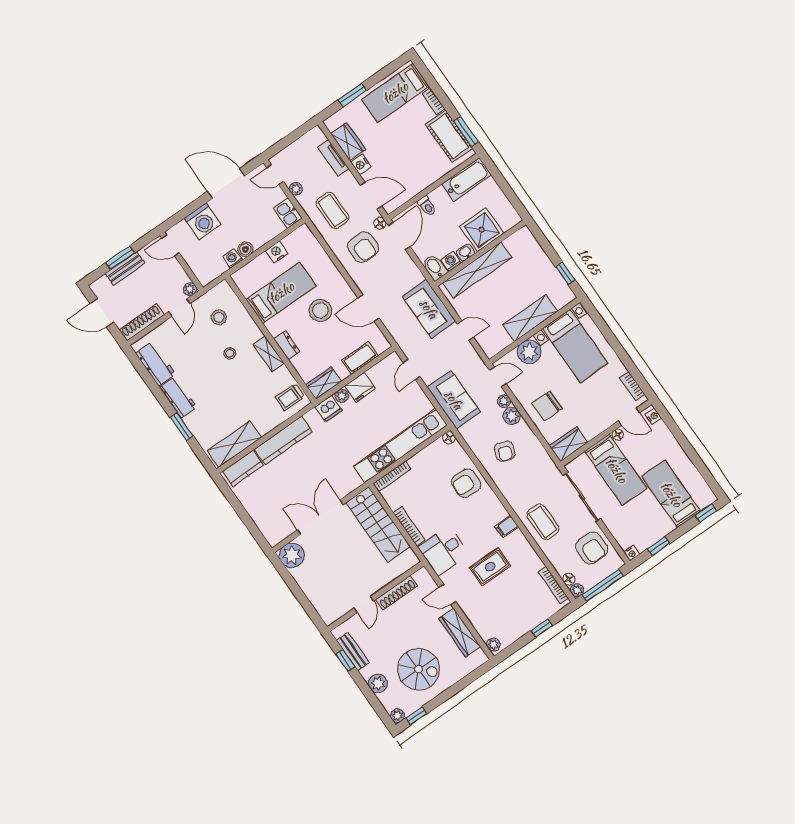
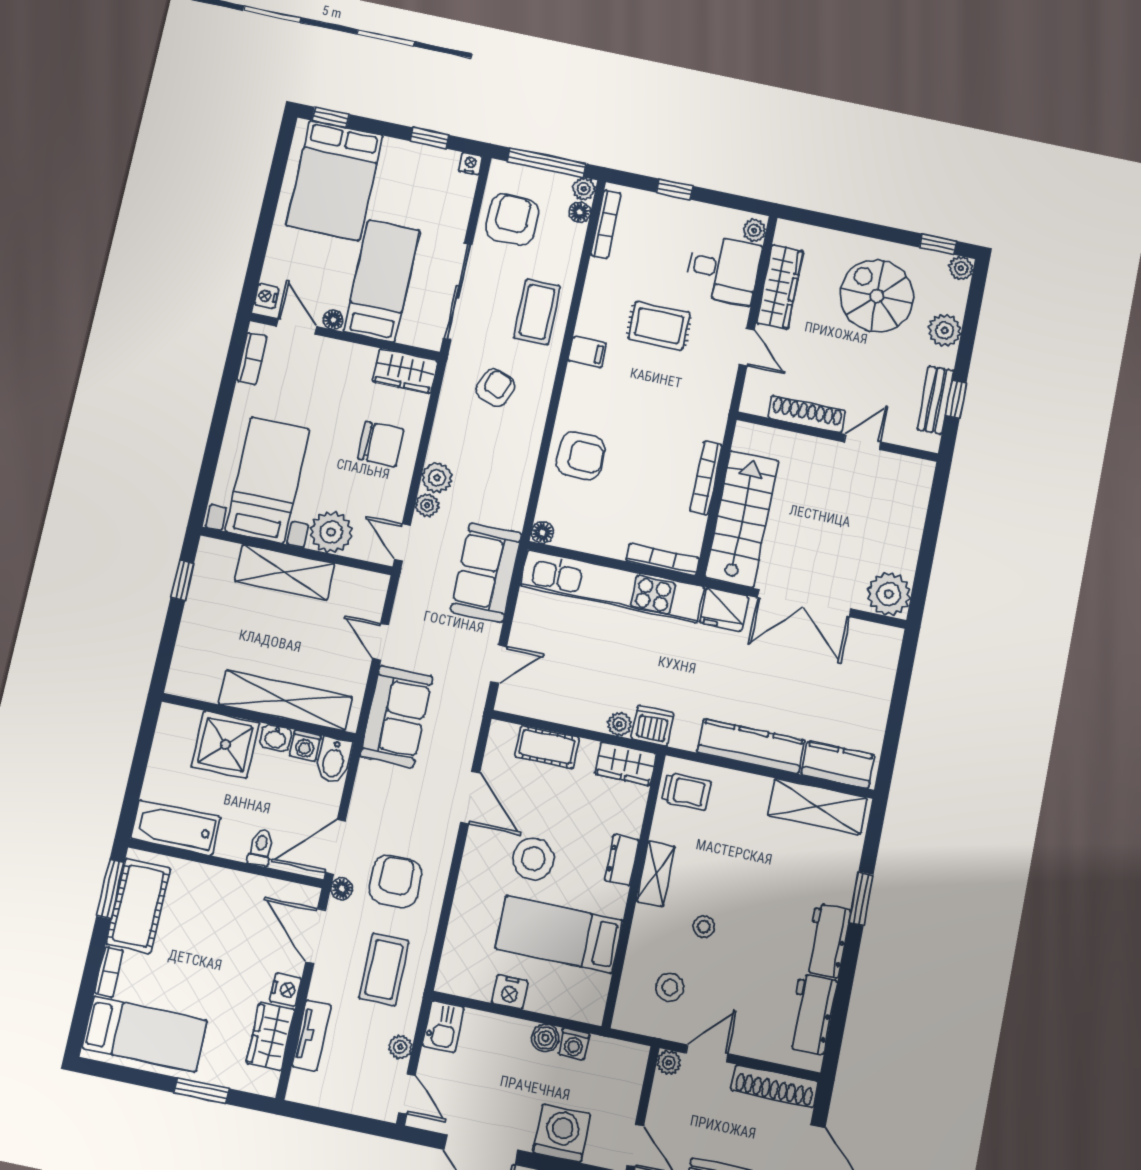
fridge: (360, 387) -> (724, 609), moved, turned 180
armchair: (505, 451) -> (496, 388), moved
bed: (671, 494) -> (334, 180), width x1.50
desk: (443, 551) -> (723, 269), moved

